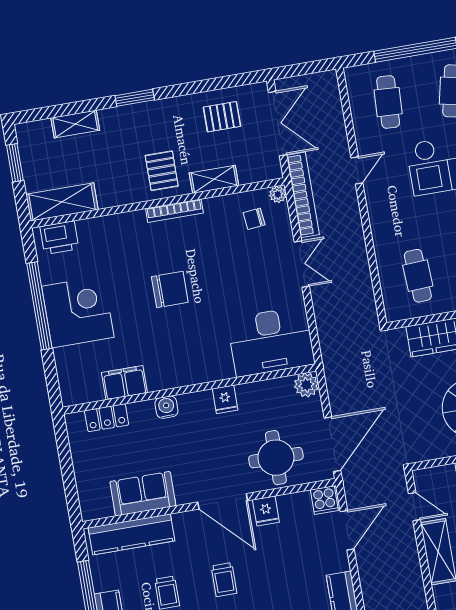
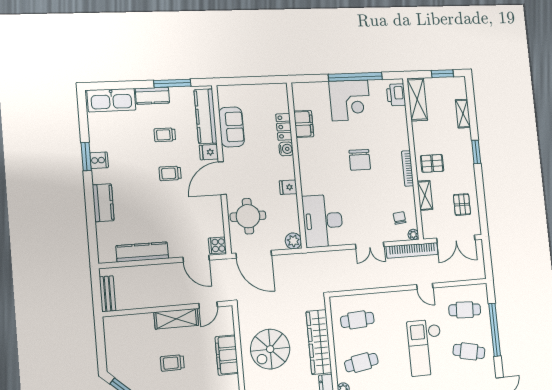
locker: (107, 418) -> (284, 127), moved
fridge: (266, 511) -> (209, 152), moved

